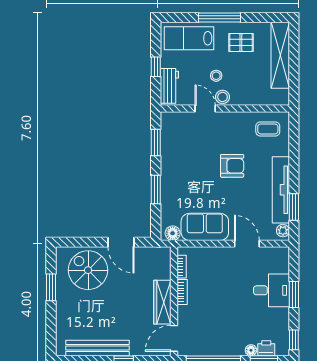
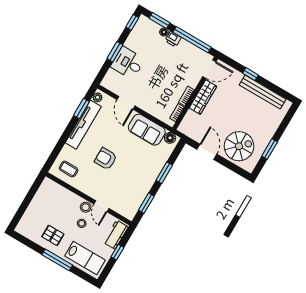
shelving: (280, 55) -> (32, 212), removed
spiral stairs: (88, 270) -> (239, 146), turned -90
printer: (266, 348) -> (173, 39), moved

